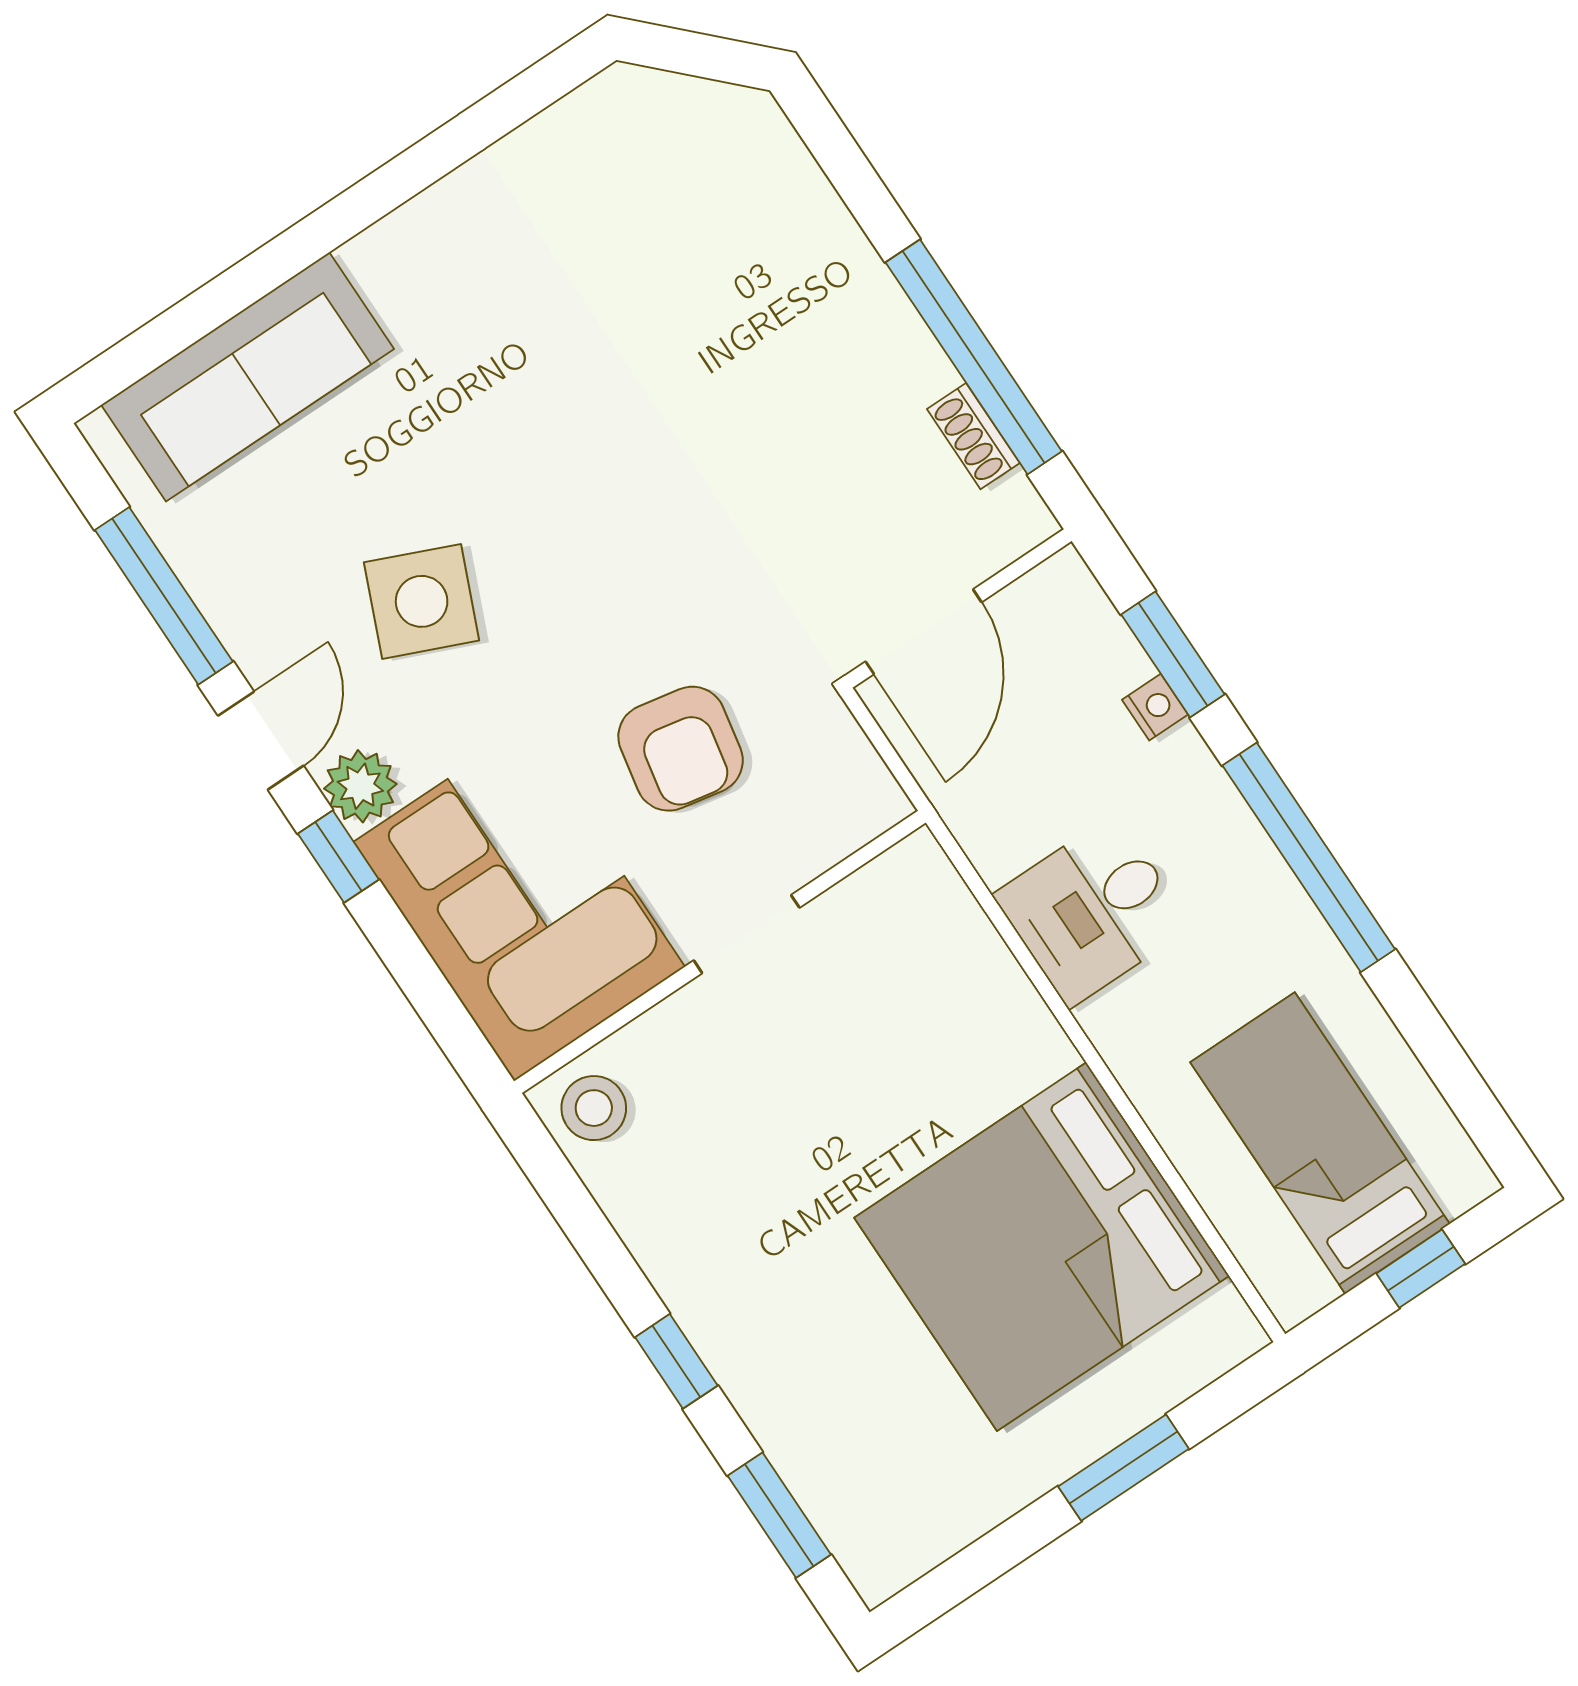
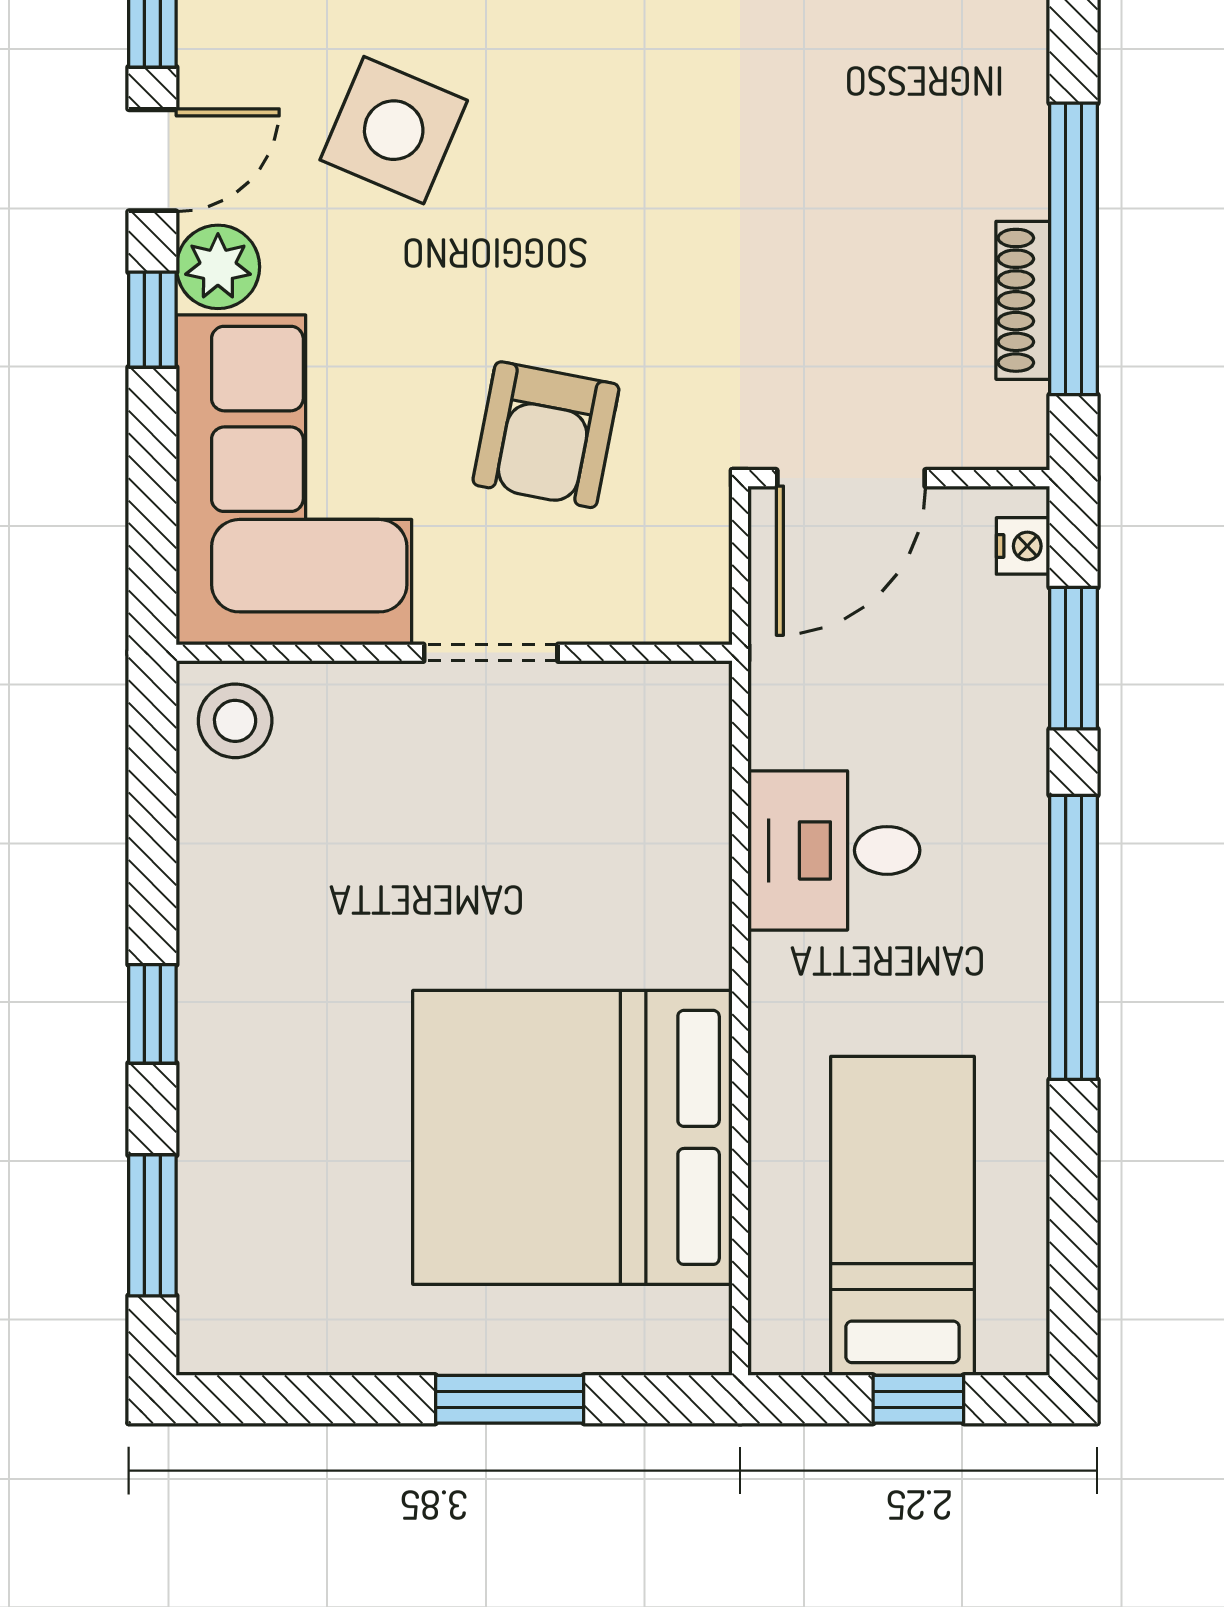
shoe rack: (973, 436) -> (1023, 300), width x1.43
nightstand: (1155, 707) -> (1023, 546), moved

